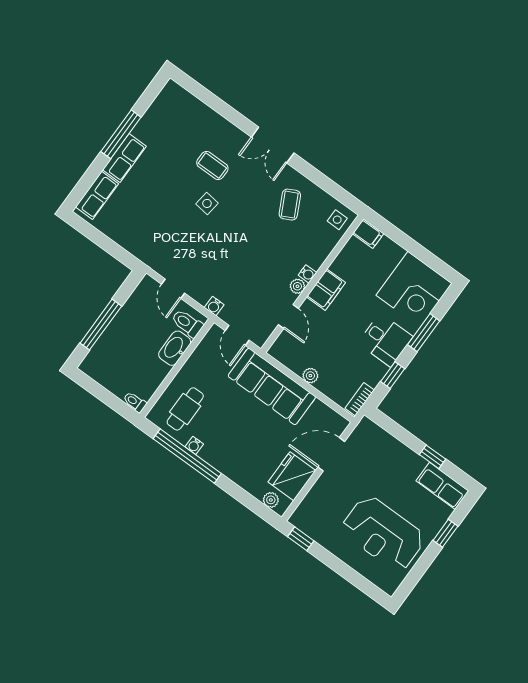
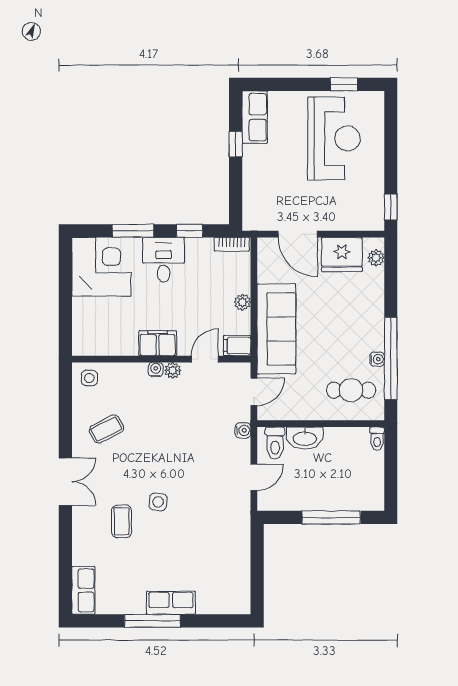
row of seats: (97, 195) -> (83, 590), moved, turned 90
filing cabinet: (368, 234) -> (237, 346), moved, turned -90
window: (445, 533) -> (344, 84), moved

